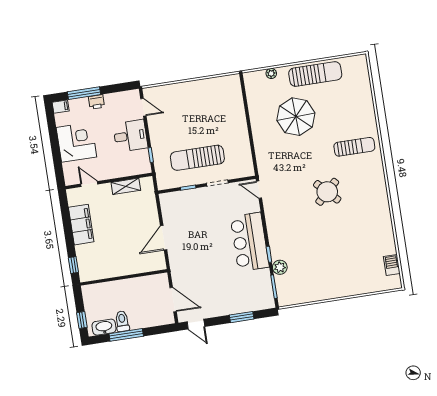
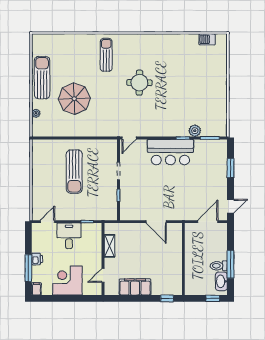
sun lounger: (197, 158) -> (74, 172), moved
round table: (327, 192) -> (139, 83), turned 45

